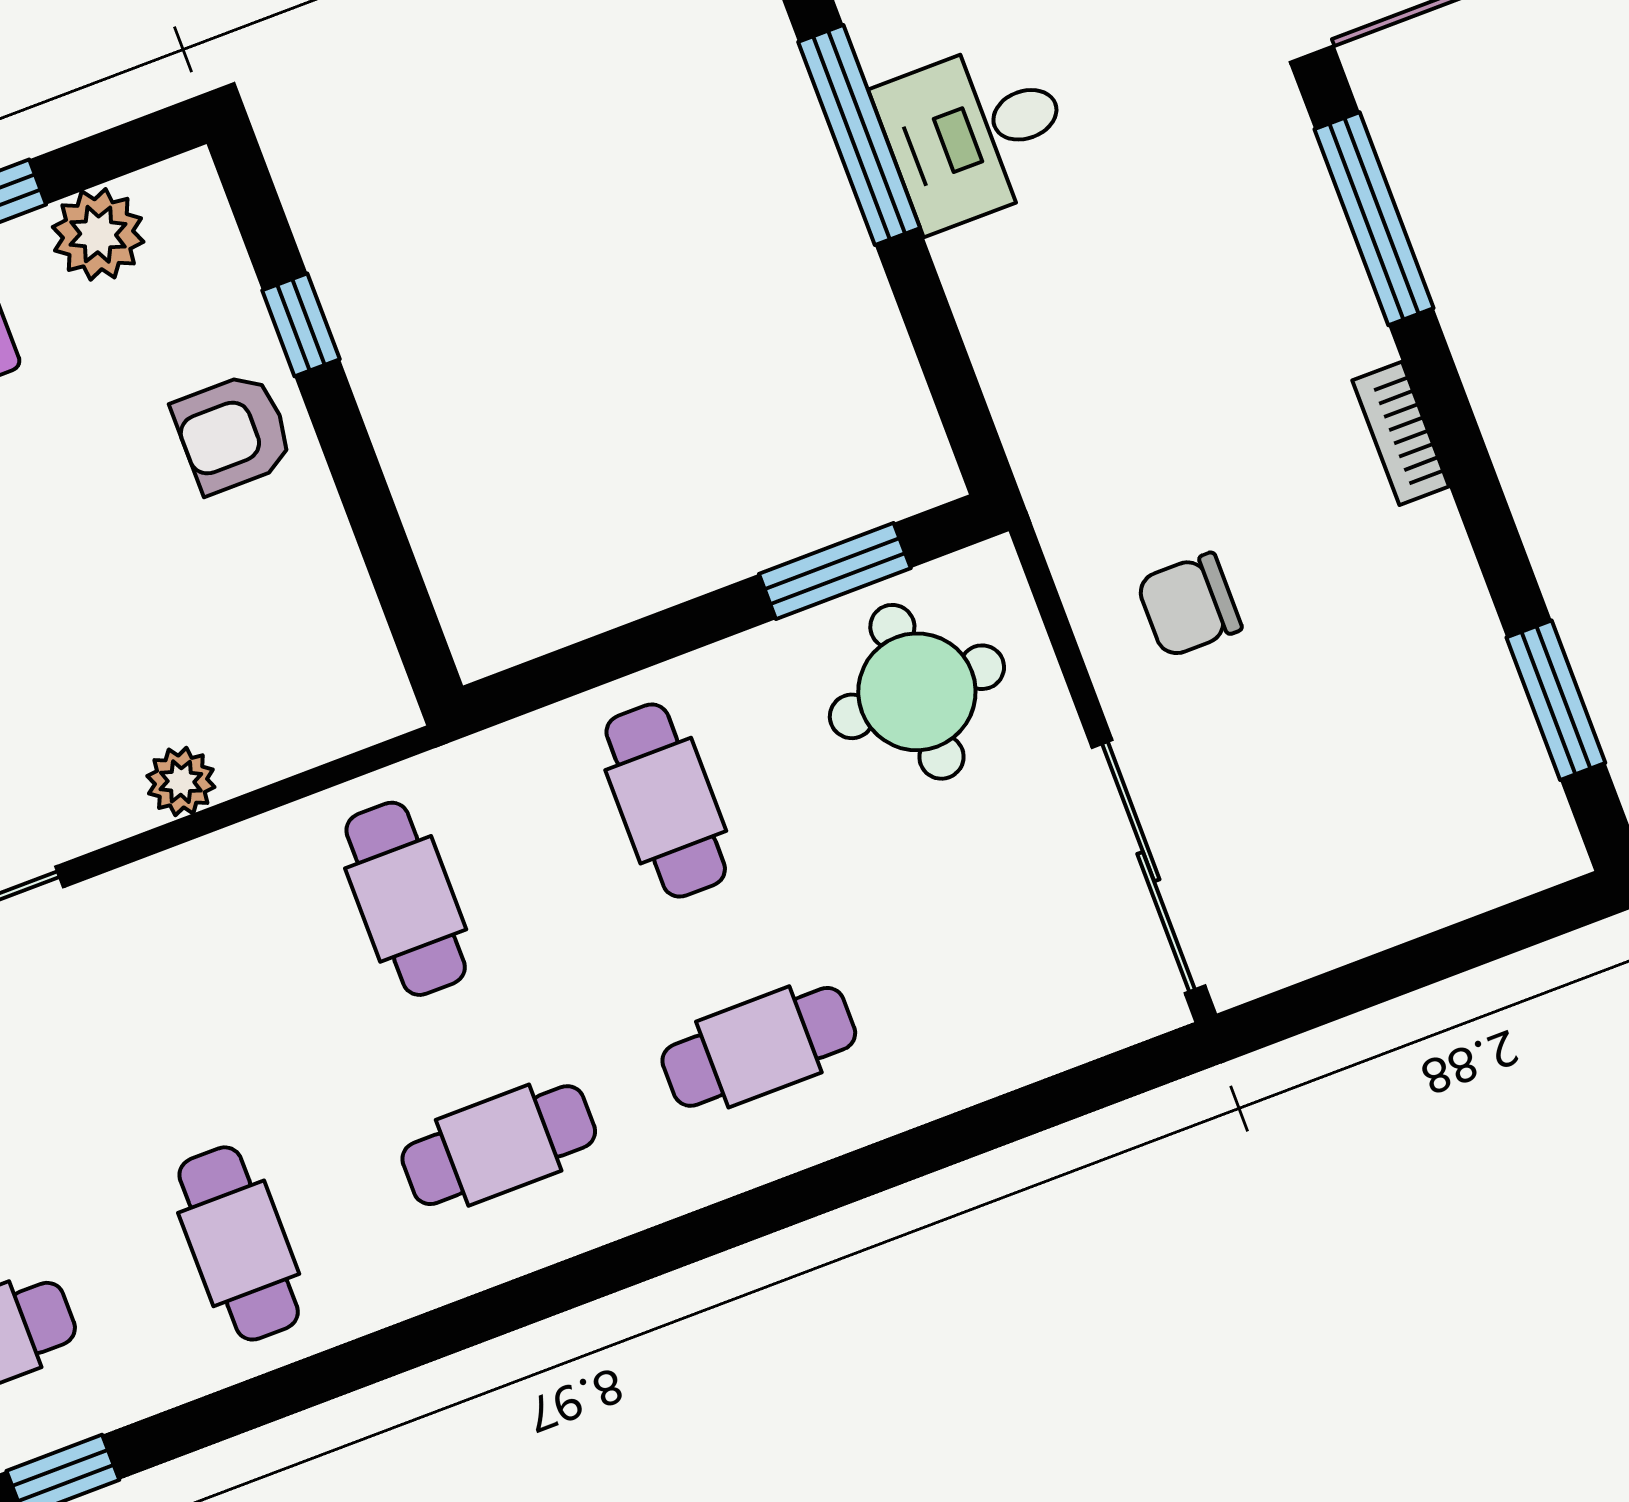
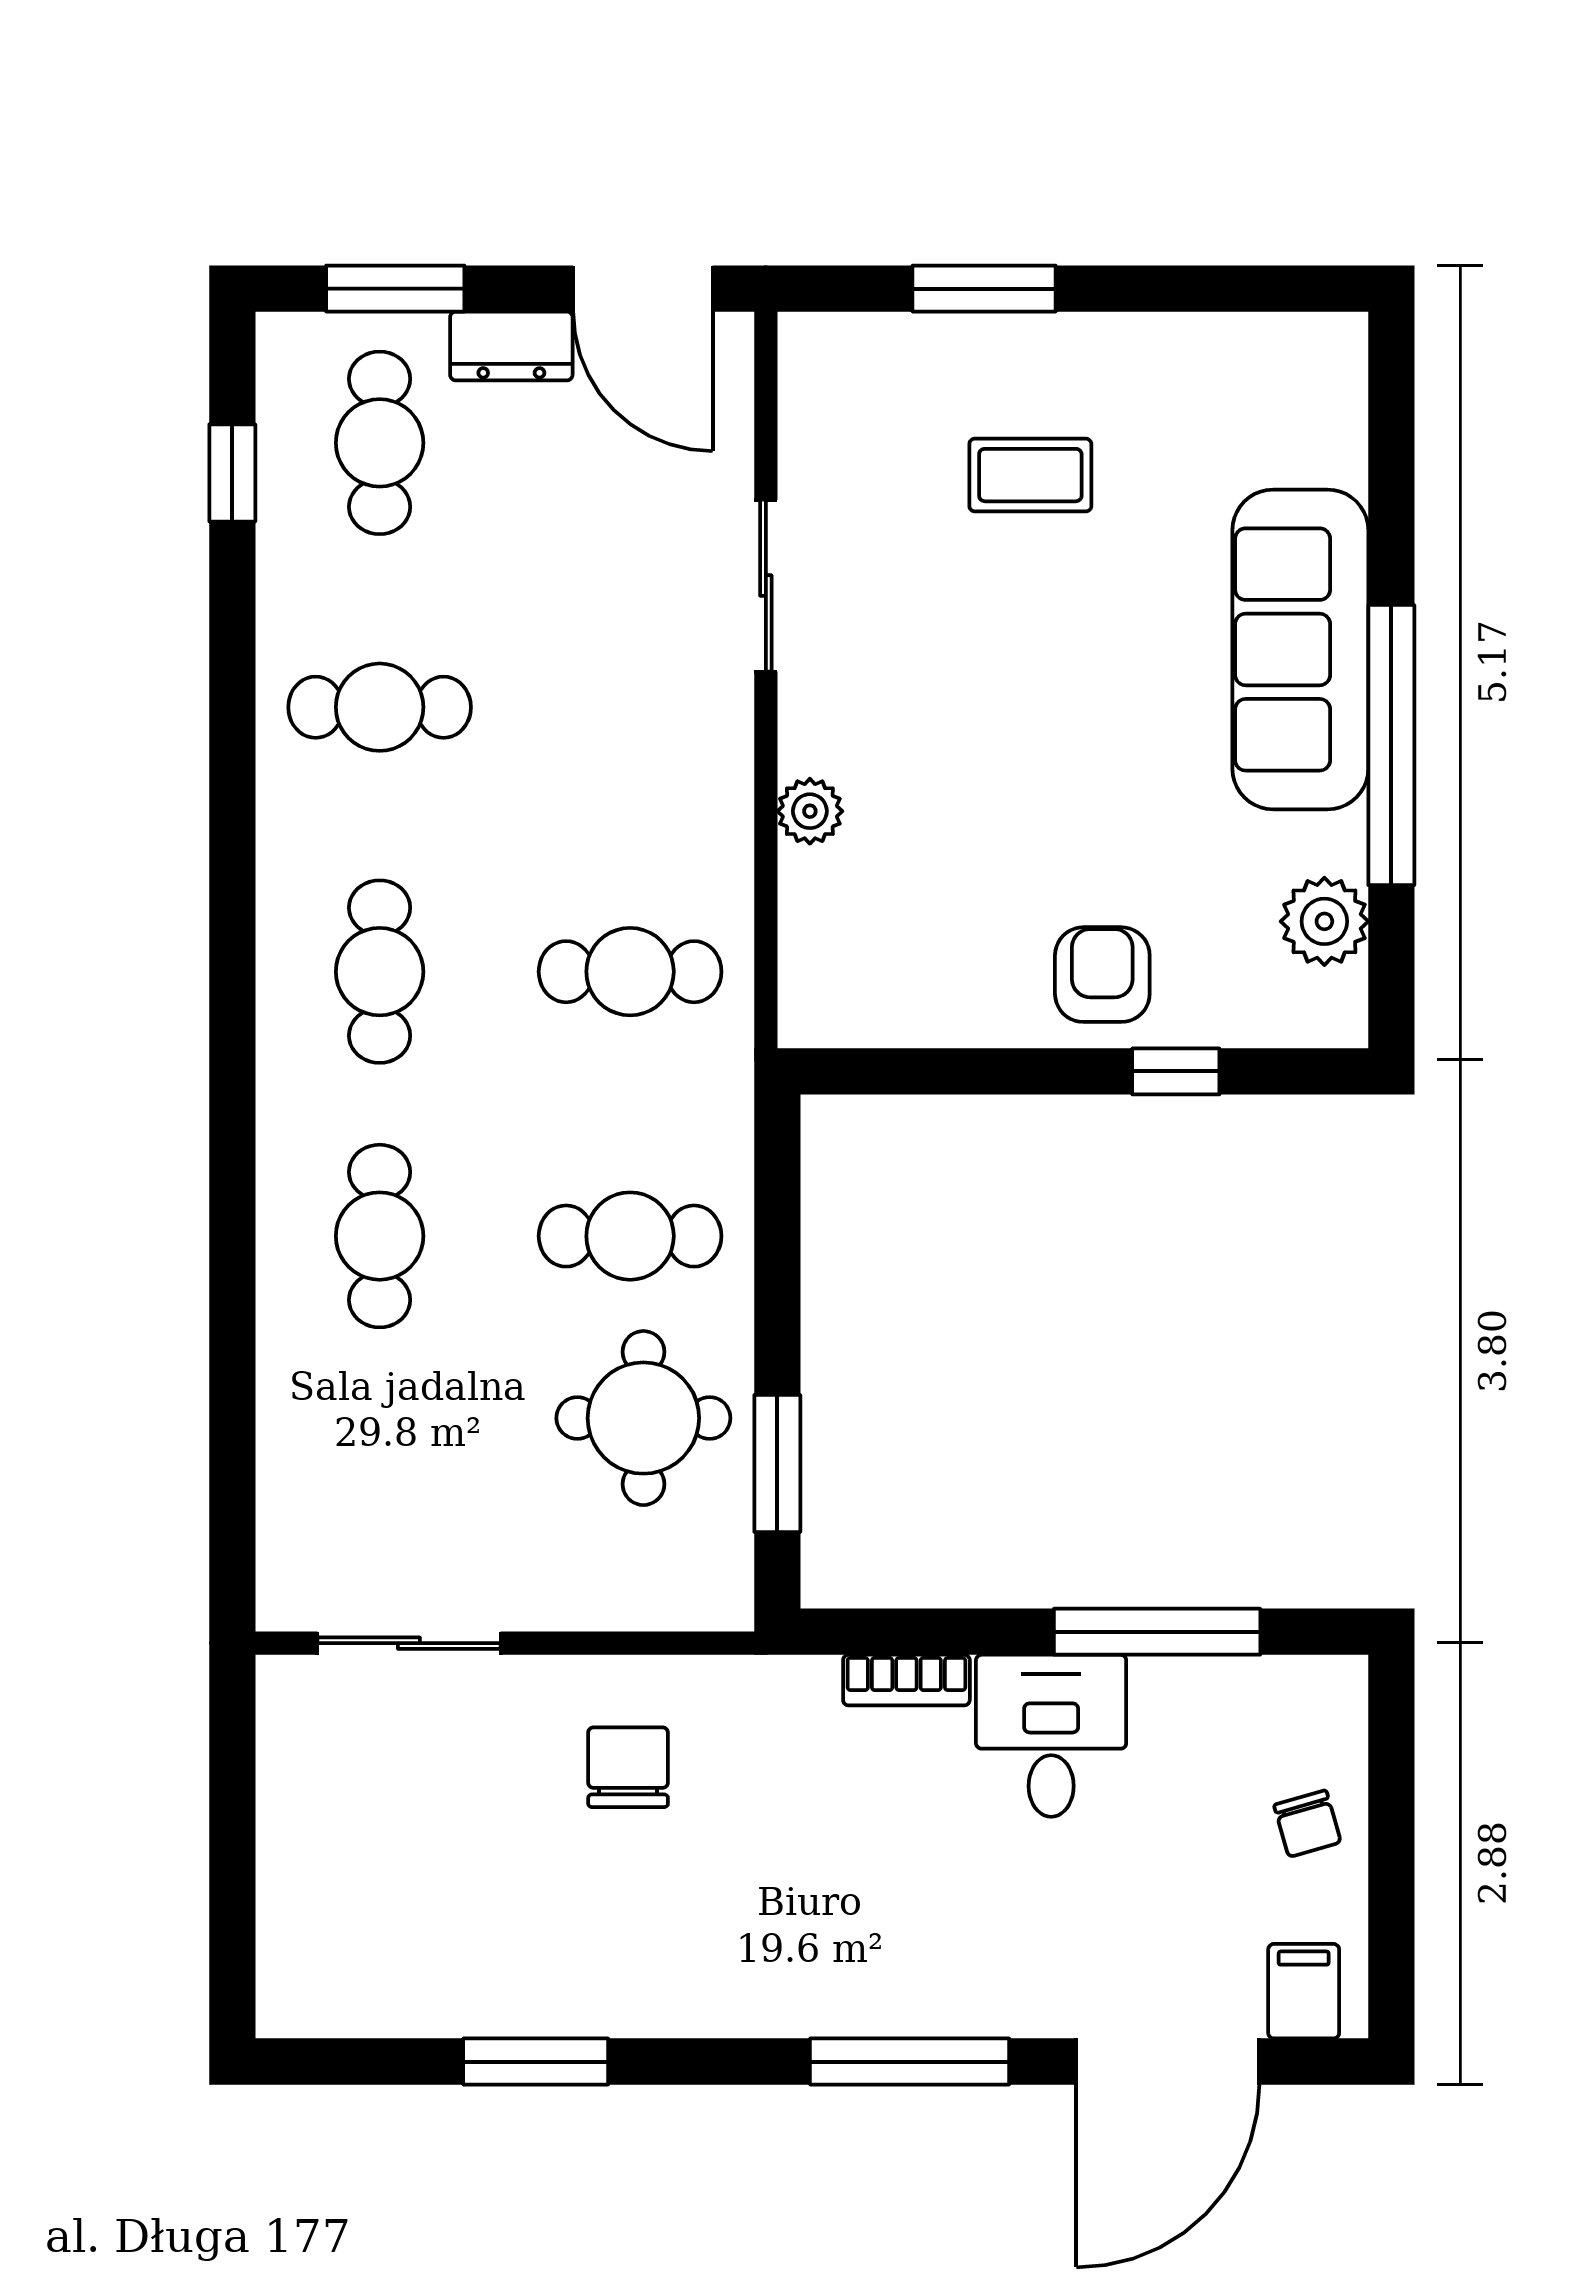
desk: (975, 133) -> (1051, 1736), moved
bookcase: (1401, 433) -> (906, 1680), moved, turned 180
round table: (917, 692) -> (643, 1418), moved
window: (1556, 700) -> (536, 2062), moved
sliding door: (1148, 867) -> (409, 1643), width x0.73

